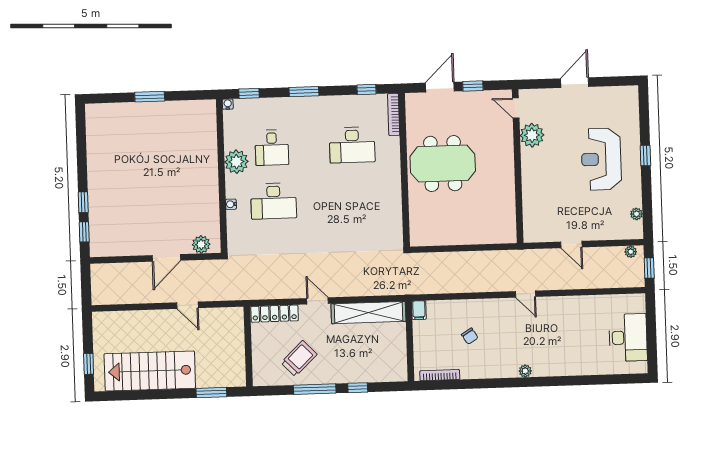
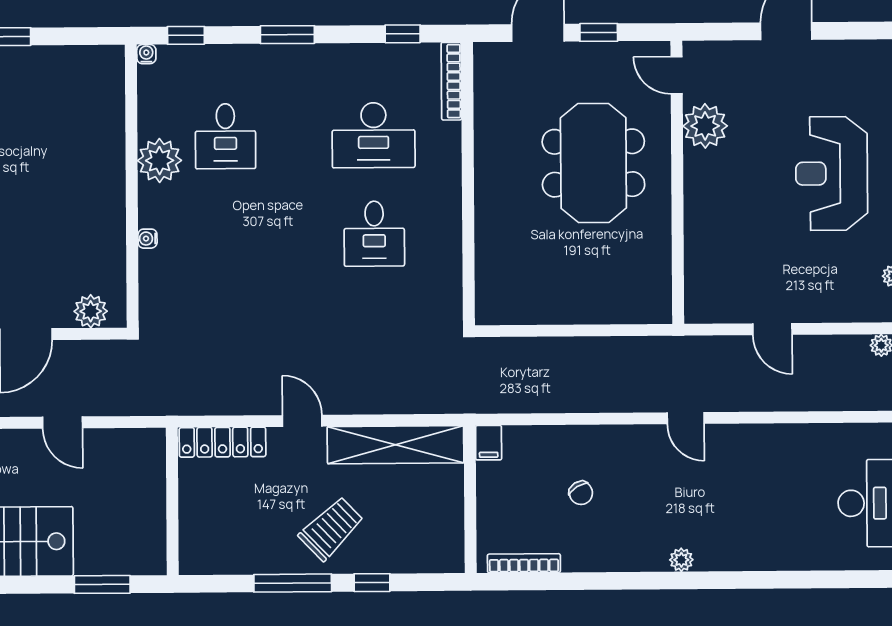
meeting table: (443, 164) -> (593, 163), moved, turned 90
desk: (274, 201) -> (374, 234), moved, width x0.73
trolley: (299, 358) -> (331, 529), moved

